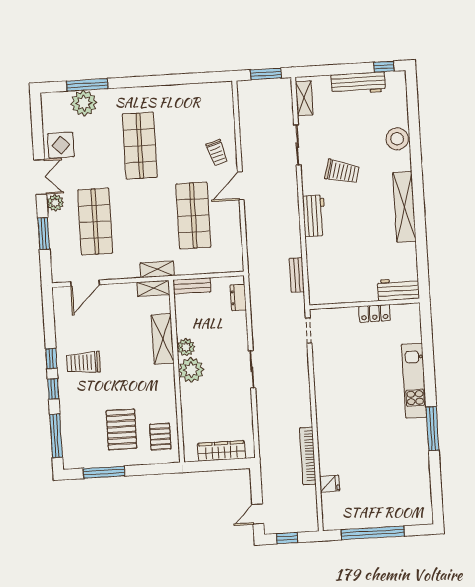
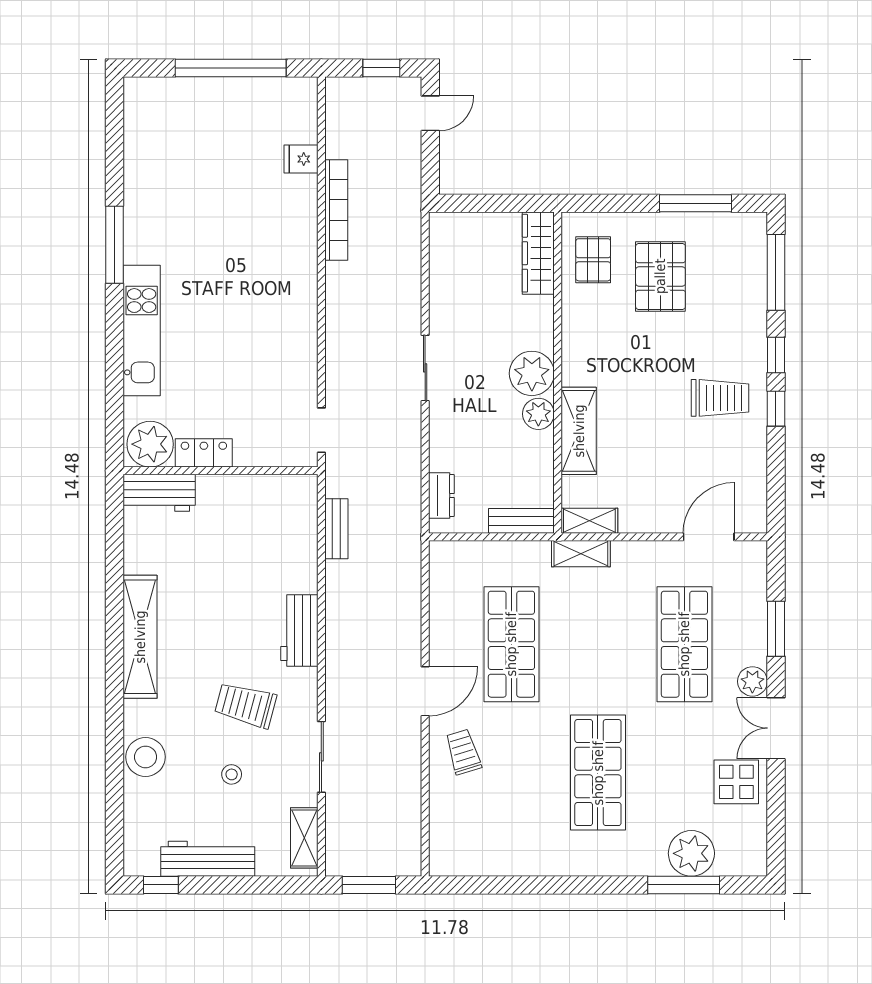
stool: (348, 132) -> (232, 774), added
plant: (405, 316) -> (150, 444), added
wardrobe: (221, 451) -> (538, 253), moved, turned 90

